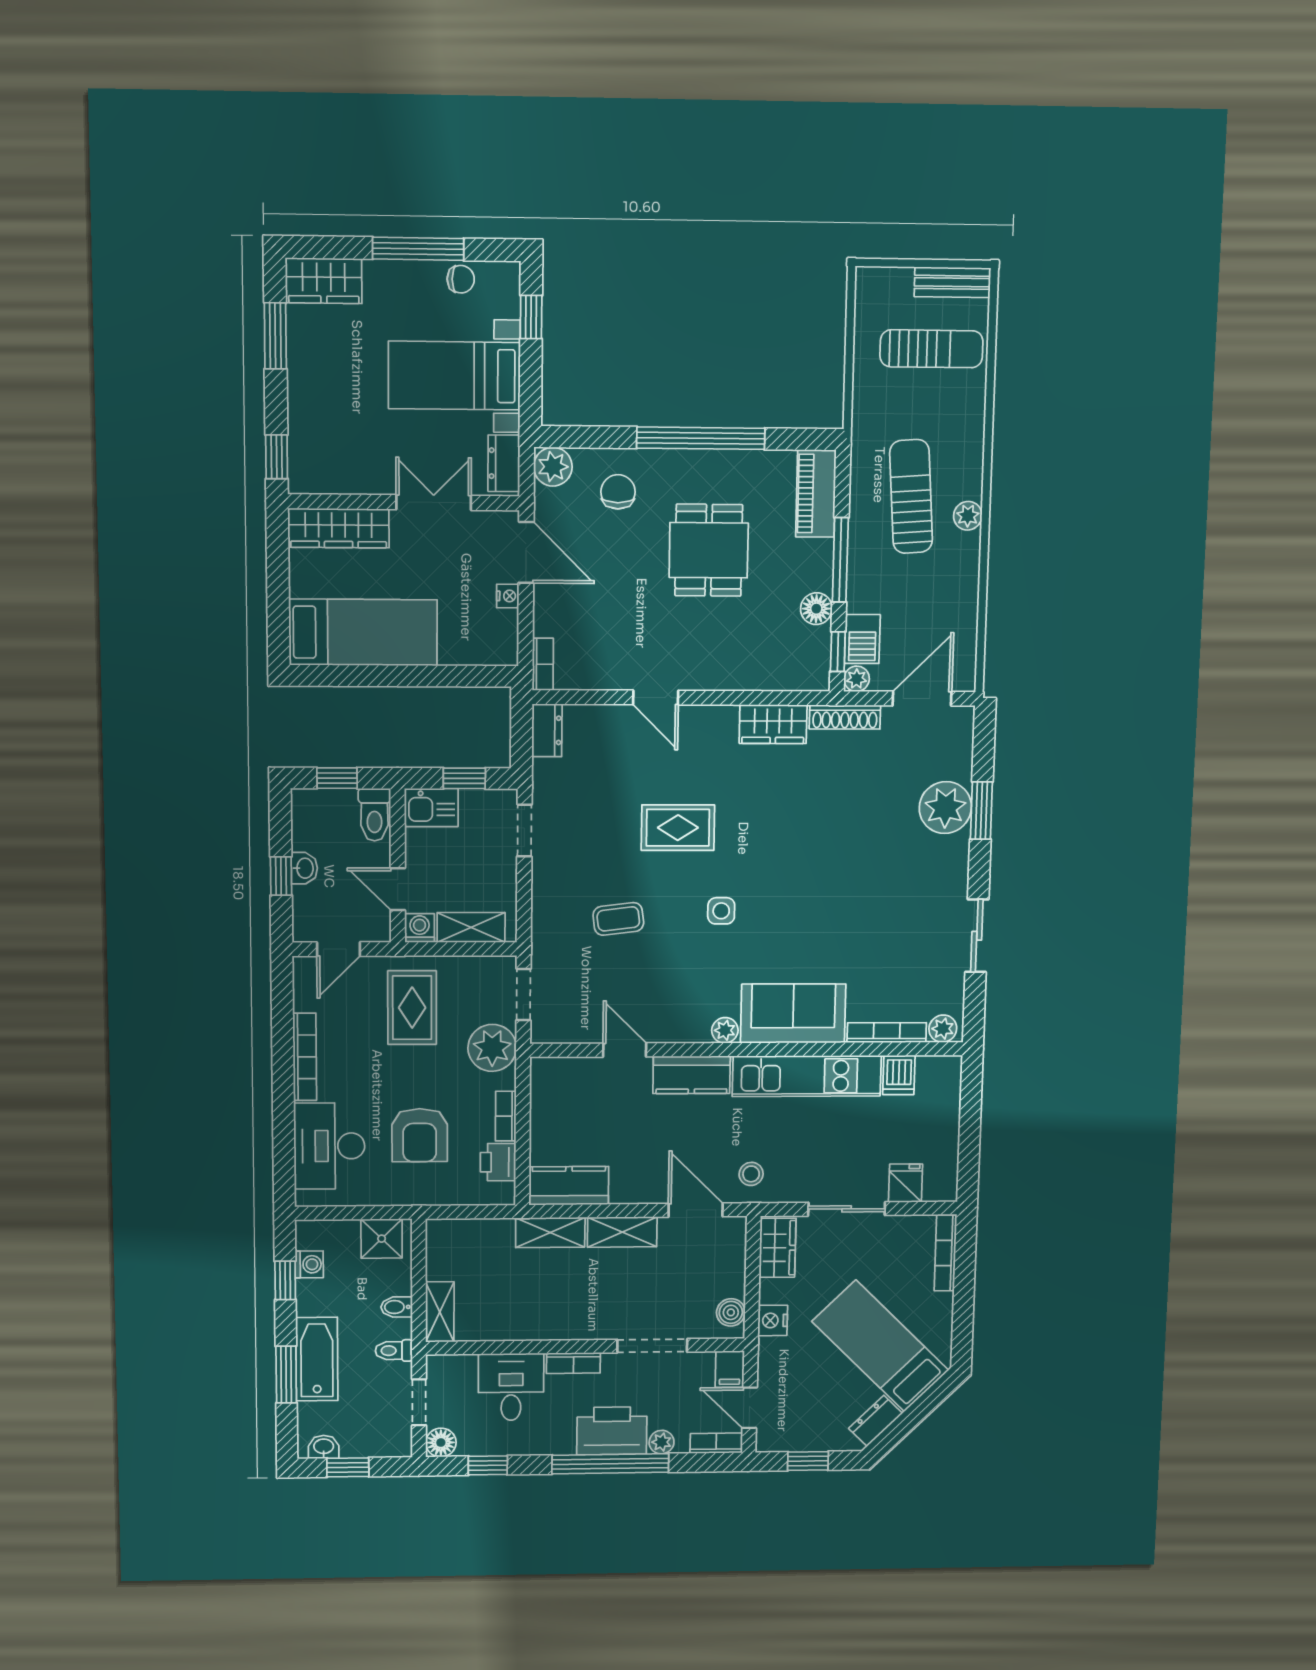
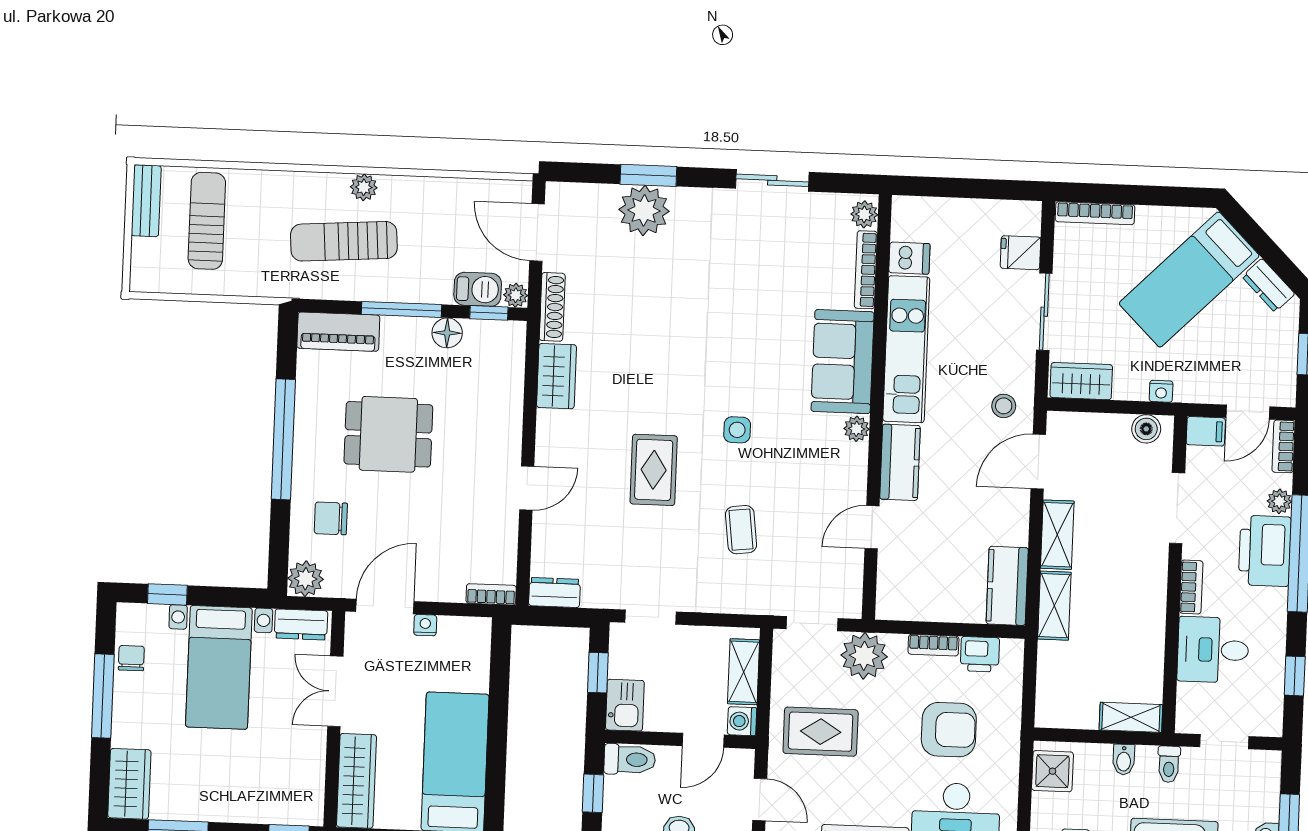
nightstand: (773, 1320) -> (1161, 391), width x0.72, depth x0.74
floor lamp: (441, 1443) -> (1268, 722), removed

